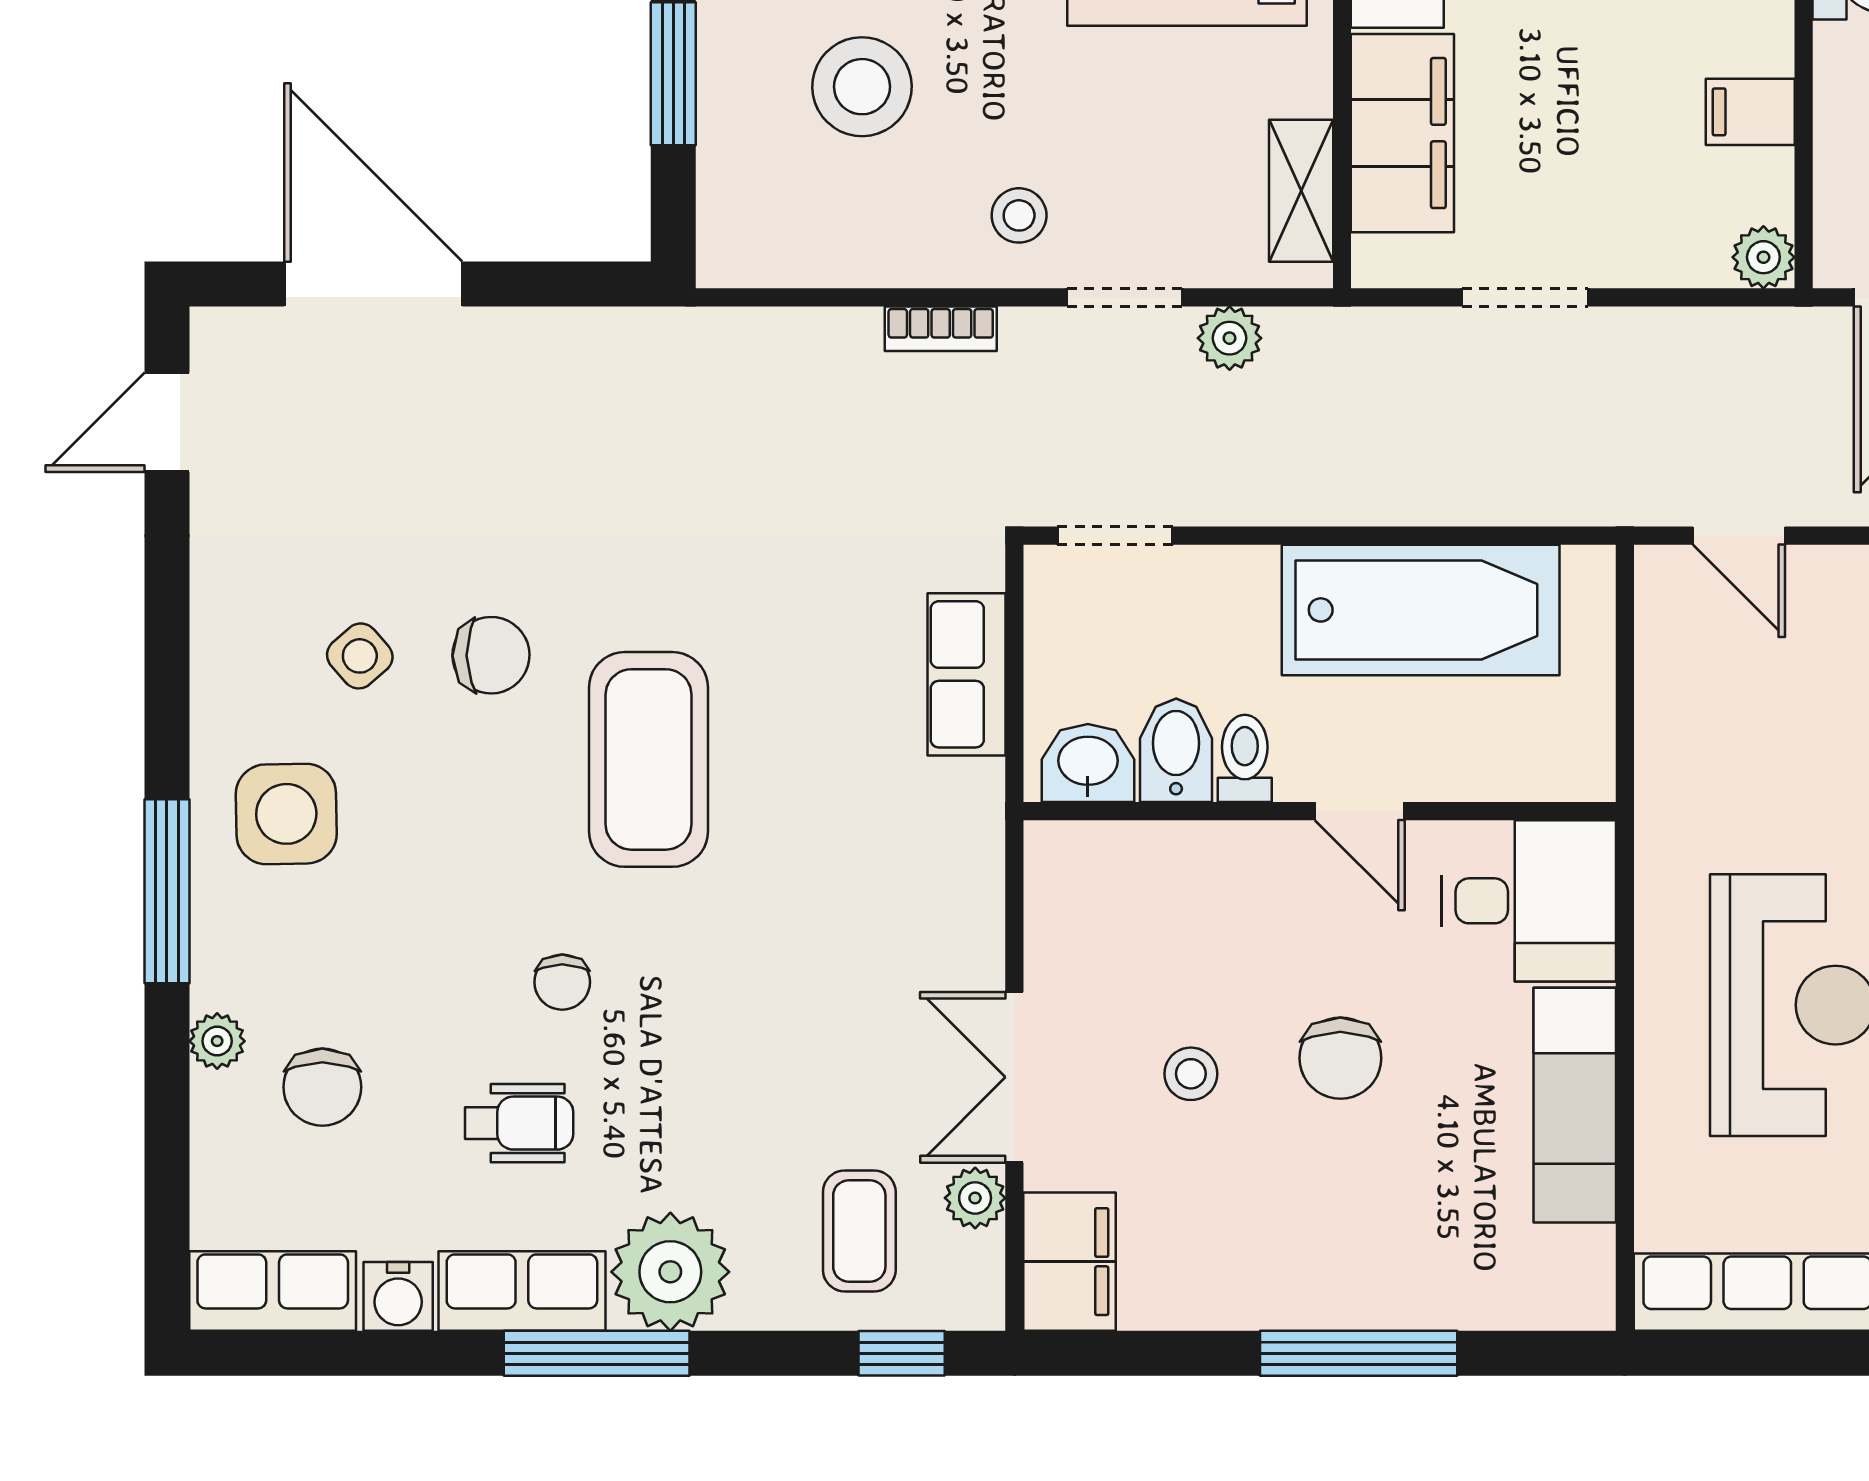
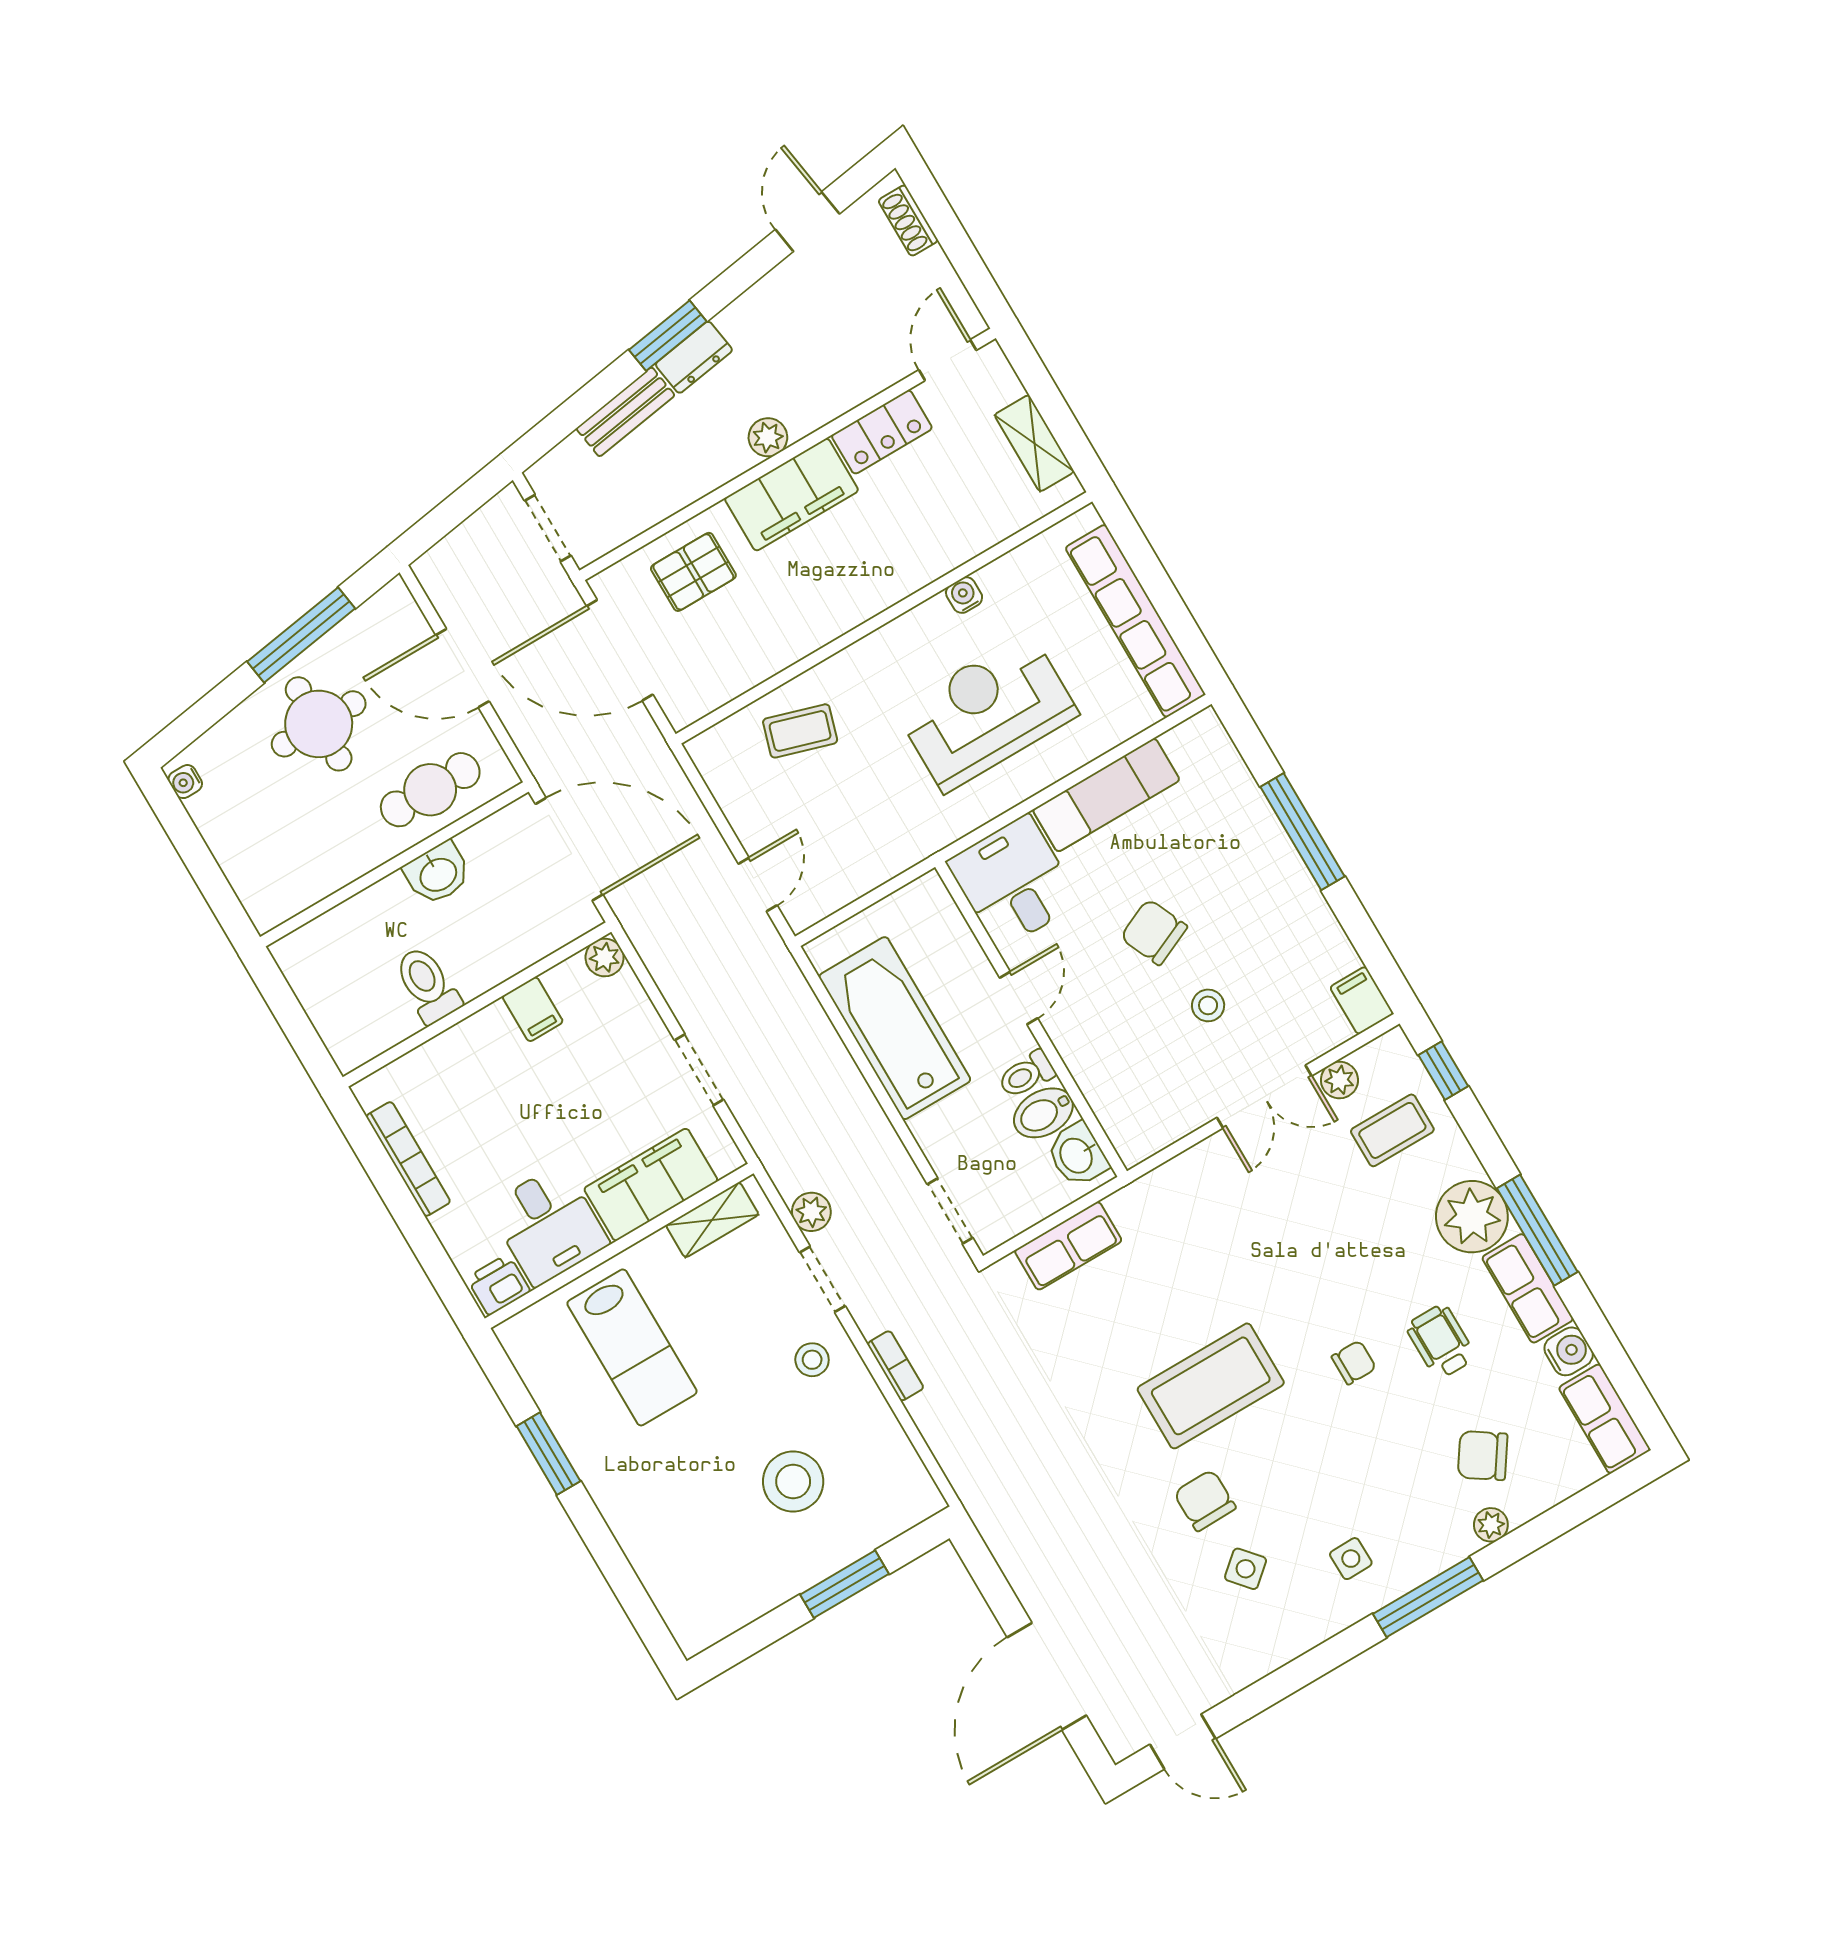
side table: (286, 814) -> (1351, 1559), width x0.54, depth x0.54
chair: (1340, 1058) -> (1154, 932), turned -114
chair: (322, 1087) -> (1483, 1456), turned -146
filing cabinet: (1069, 1262) -> (1362, 1000), width x0.50

